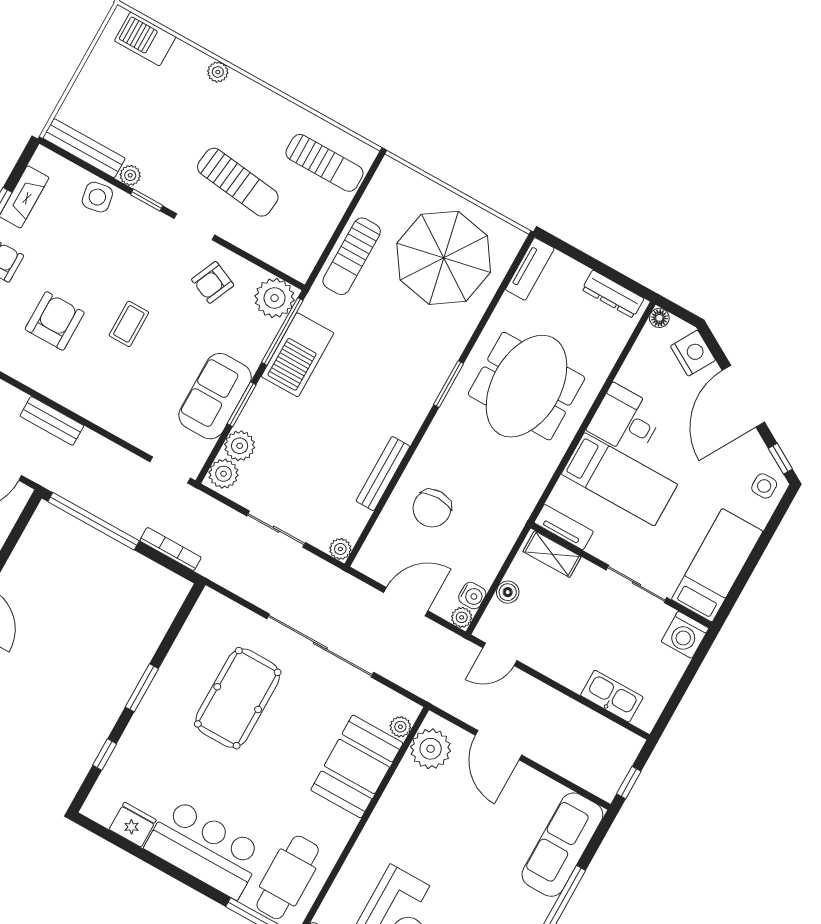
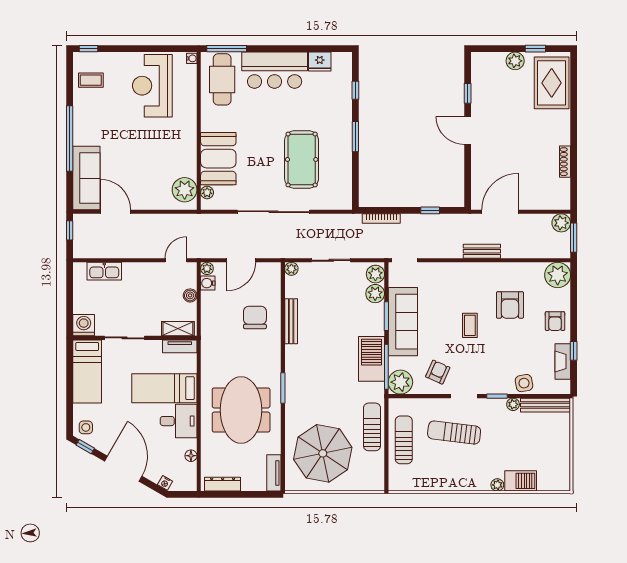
barbecue: (145, 39) -> (521, 481), moved
sun lounger: (325, 163) -> (404, 440), moved, turned 90
floor lamp: (659, 318) -> (191, 456), moved
nightstand: (693, 353) -> (165, 483), width x0.53, depth x0.56
sofa: (215, 396) -> (403, 322), width x1.36
window: (94, 521) -> (430, 210), width x0.32
door: (499, 745) -> (115, 212), moved

